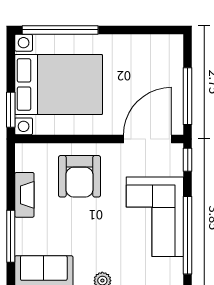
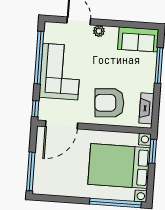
window: (188, 96) -> (31, 171), moved
armchair: (79, 176) -> (109, 103), turned -94
fireplace: (24, 195) -> (147, 108), moved

